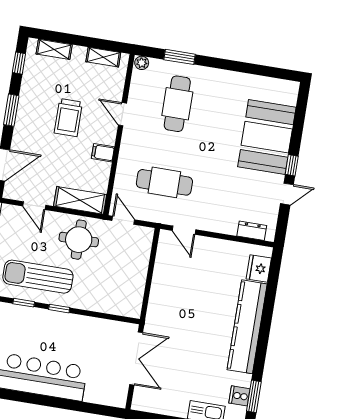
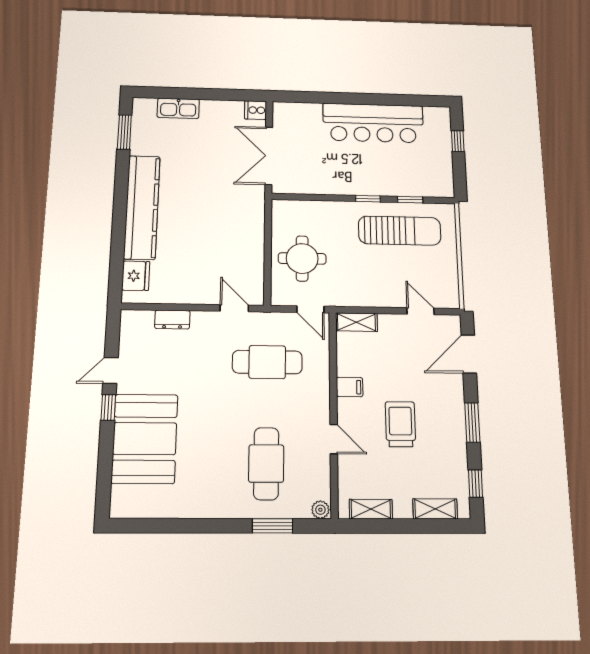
shelving: (80, 200) -> (356, 322), width x0.67, depth x0.75
dresser: (252, 231) -> (172, 320), moved
round table: (79, 240) -> (302, 258), moved
cooker: (239, 396) -> (255, 110), moved, turned 180

